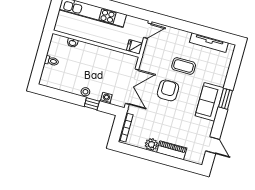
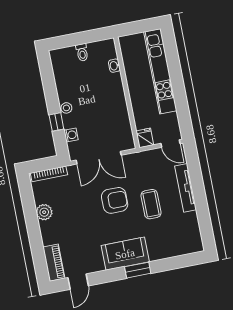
tv unit: (209, 43) -> (186, 188), moved
piano: (172, 150) -> (54, 263), moved

